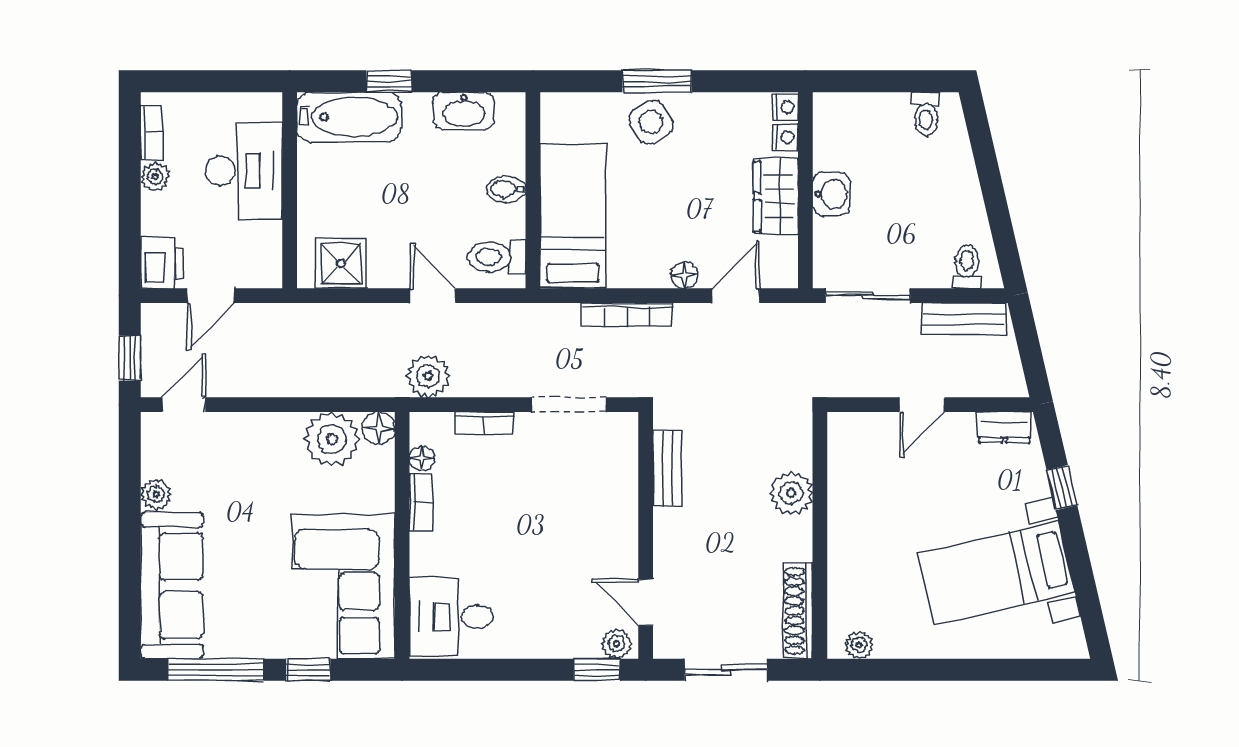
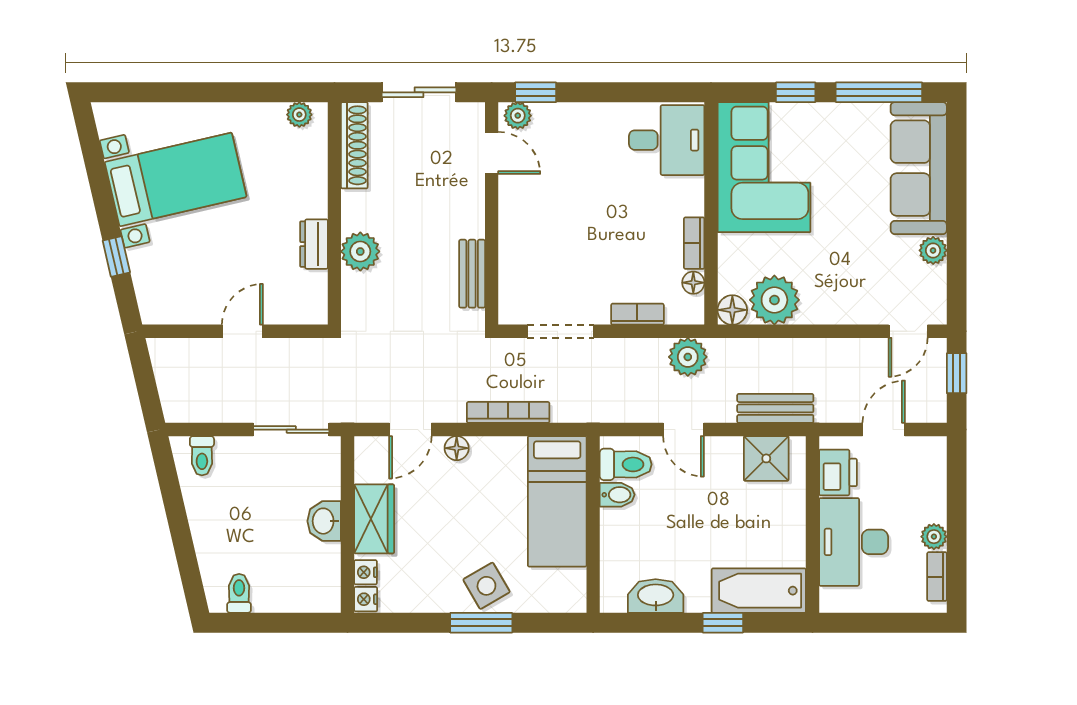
bidet: (506, 189) -> (617, 495), moved
printer: (162, 263) -> (838, 472), moved, turned 180
bench: (964, 319) -> (775, 408), moved
dresser: (1004, 427) -> (314, 244), moved, turned -90

